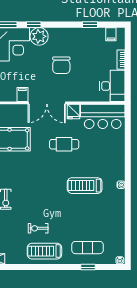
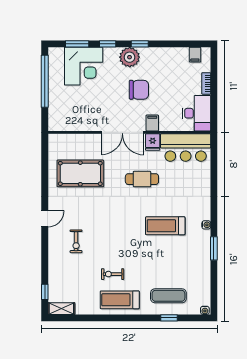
window: (90, 25) -> (140, 44), moved
plant: (39, 36) -> (130, 57), moved
chair: (61, 65) -> (139, 90), turned -90
filing cabinet: (22, 95) -> (152, 123), moved
window: (128, 206) -> (214, 248), added

